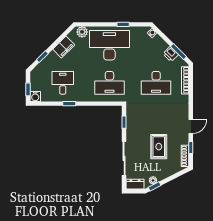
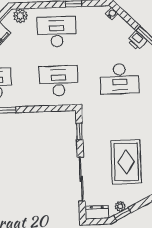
desk: (109, 45) -> (57, 32), width x0.73, depth x0.77
desk: (109, 83) -> (59, 81), turned 180
rug: (159, 147) -> (126, 162), width x1.36, depth x1.43

